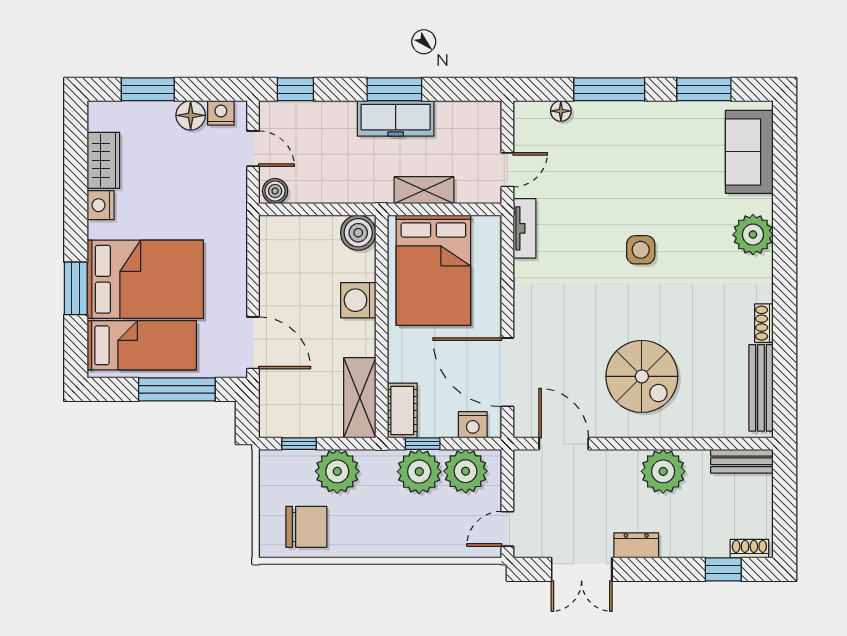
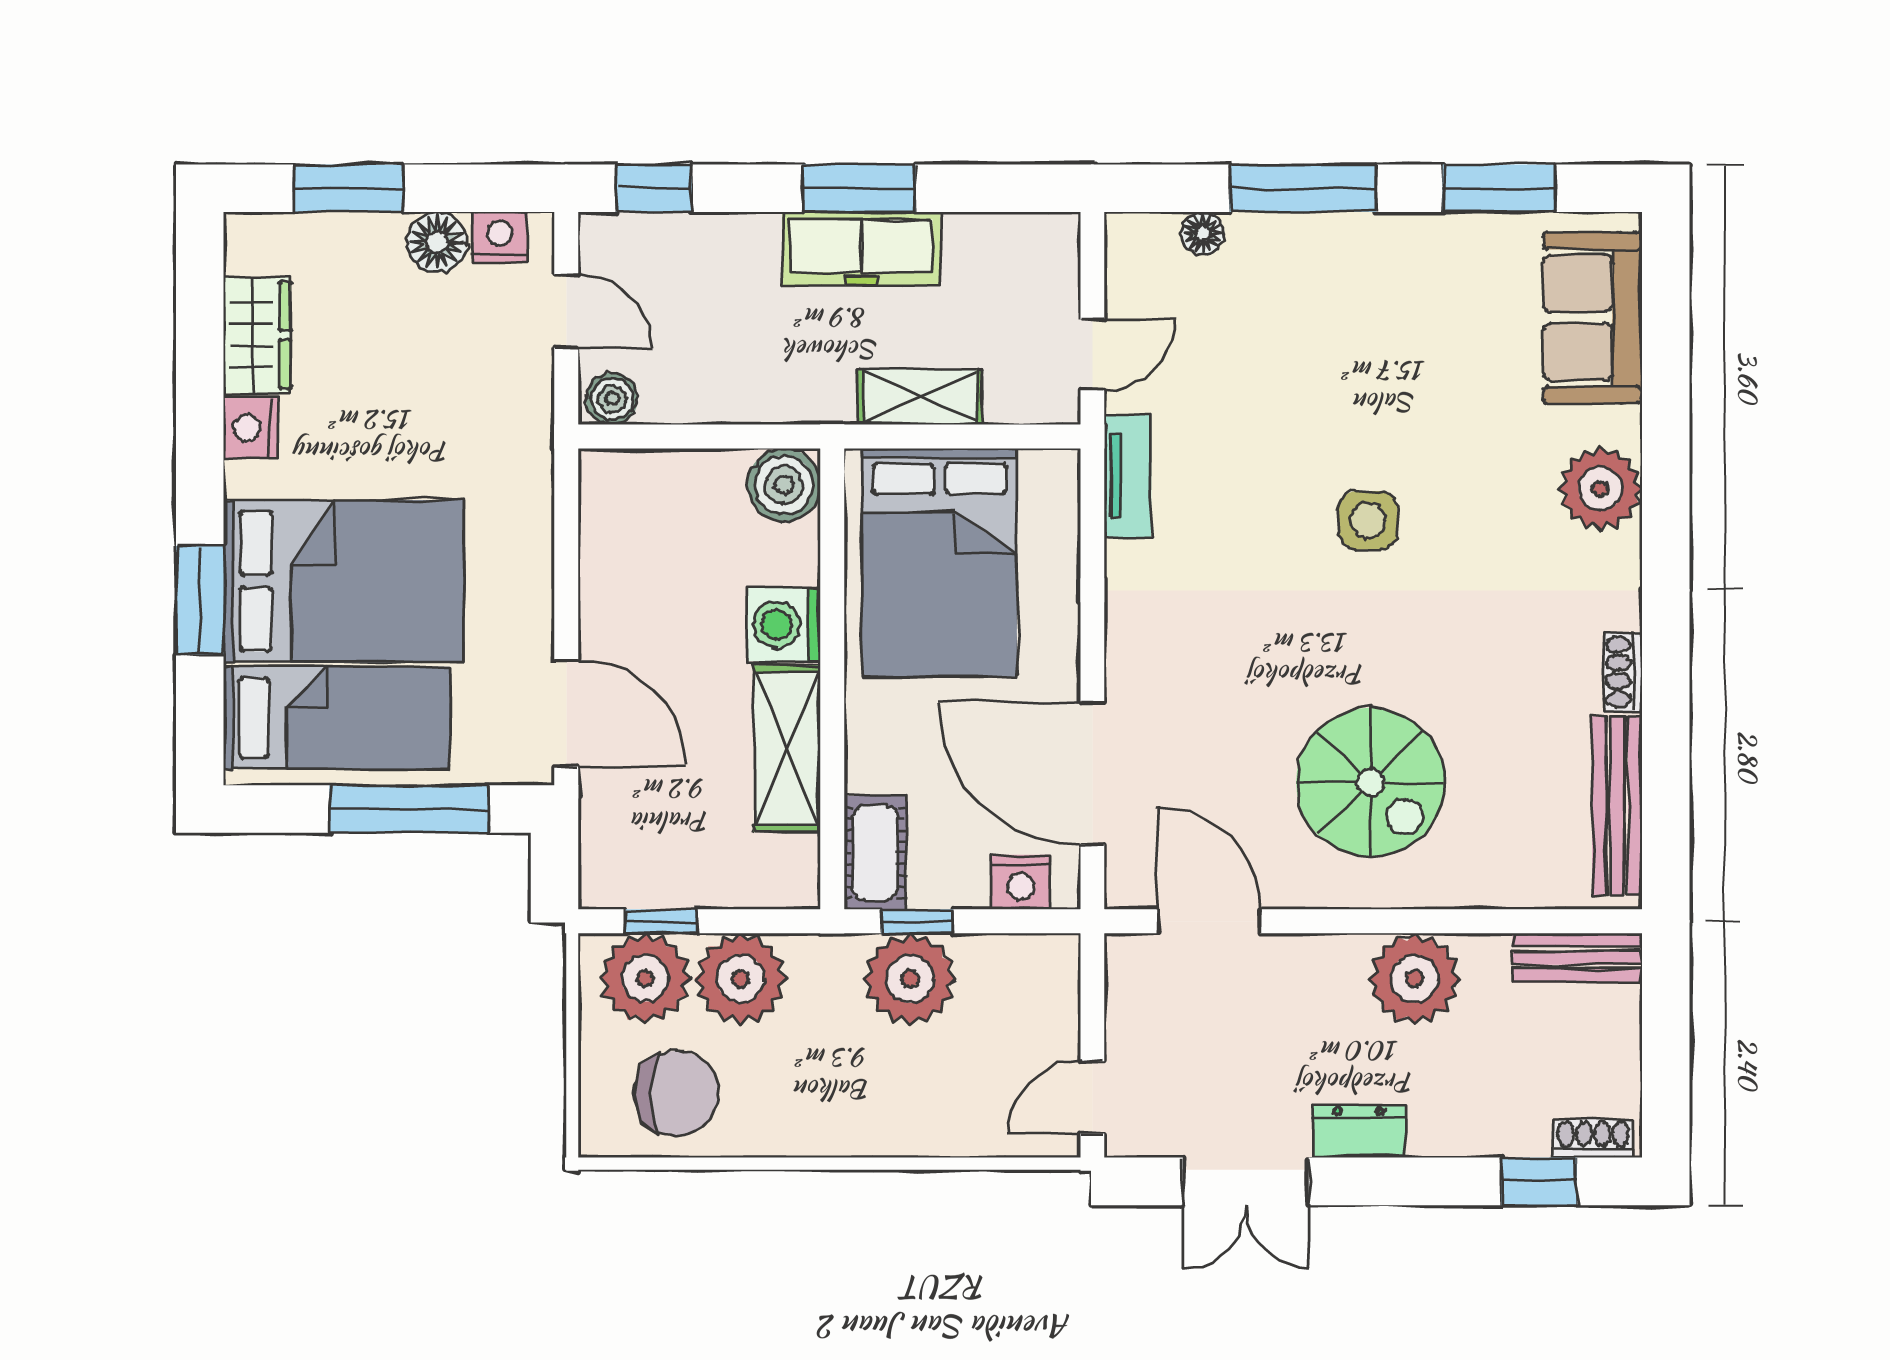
shelving: (360, 398) -> (787, 749), moved
plant: (466, 471) -> (645, 978), moved

